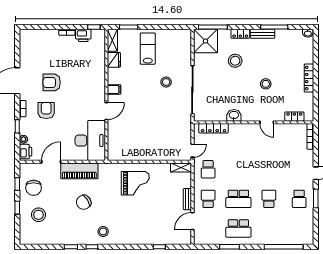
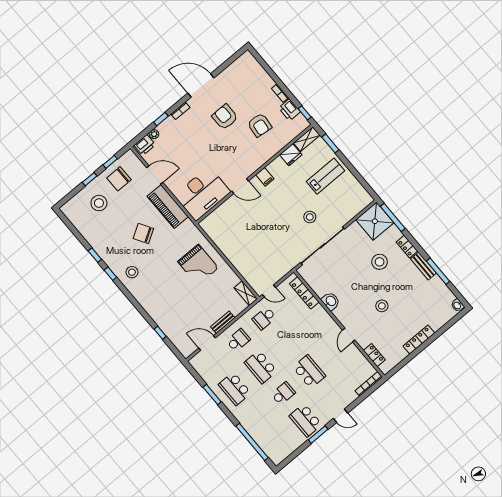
armchair: (46, 110) -> (260, 125), moved, turned 96
school desk: (269, 169) -> (309, 372), added
school desk: (299, 199) -> (306, 420), width x1.85

